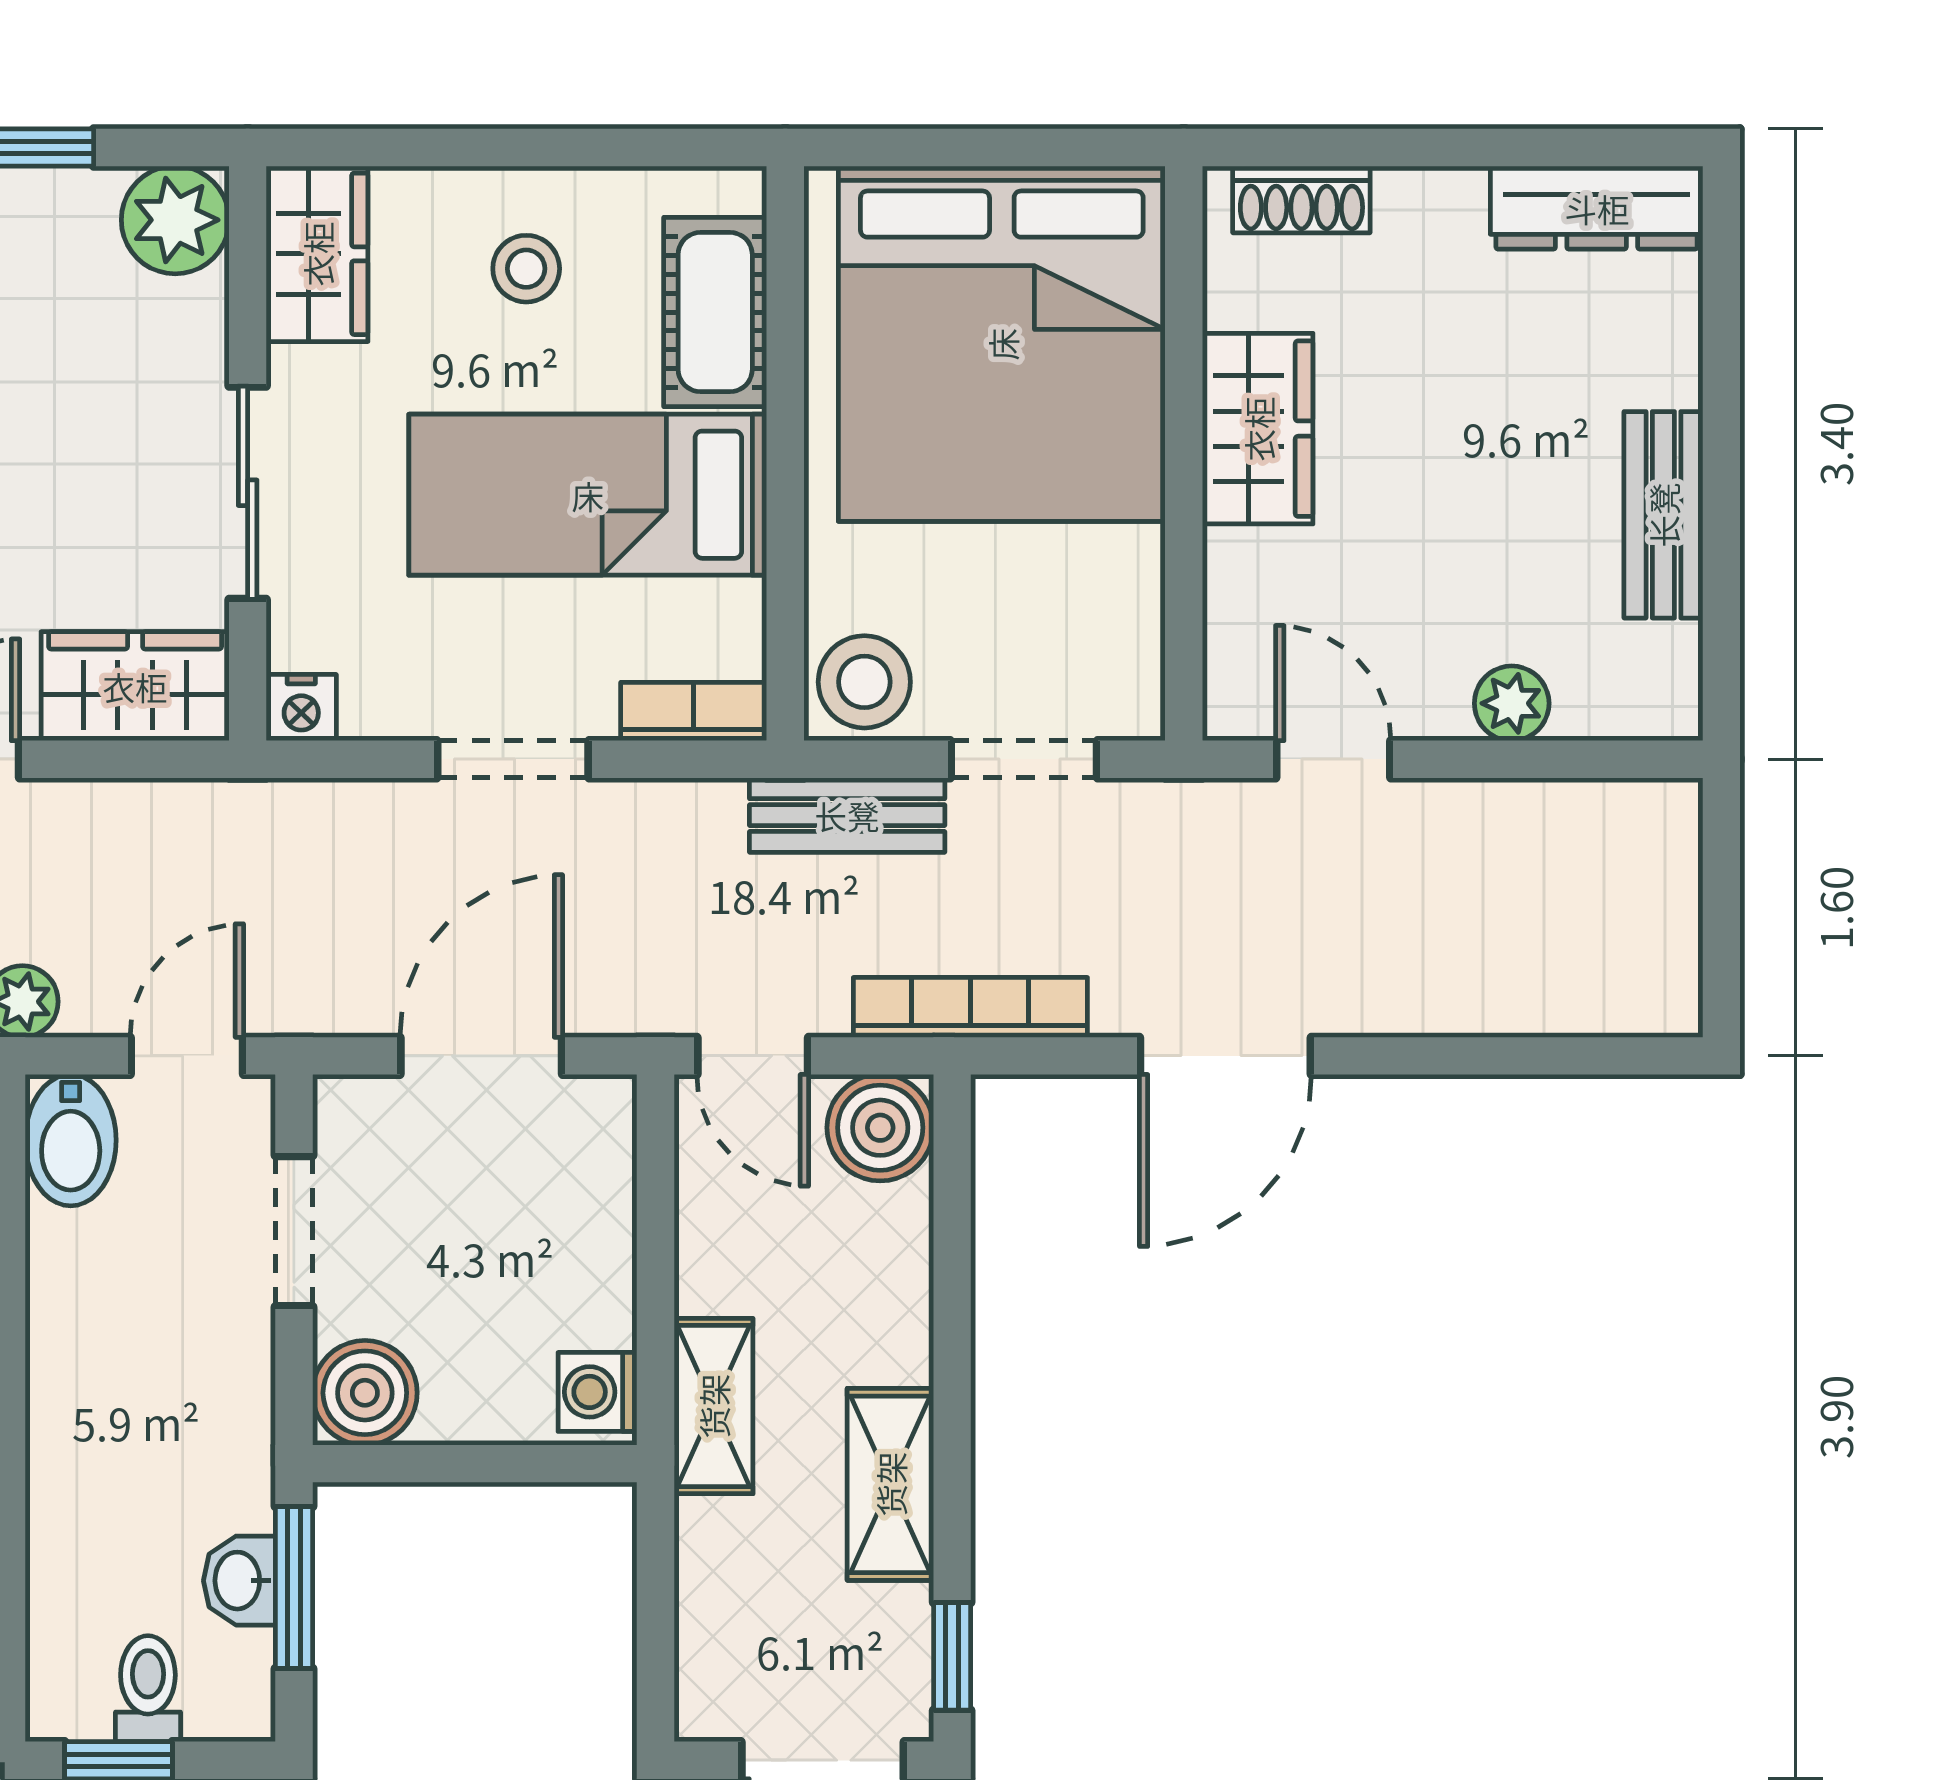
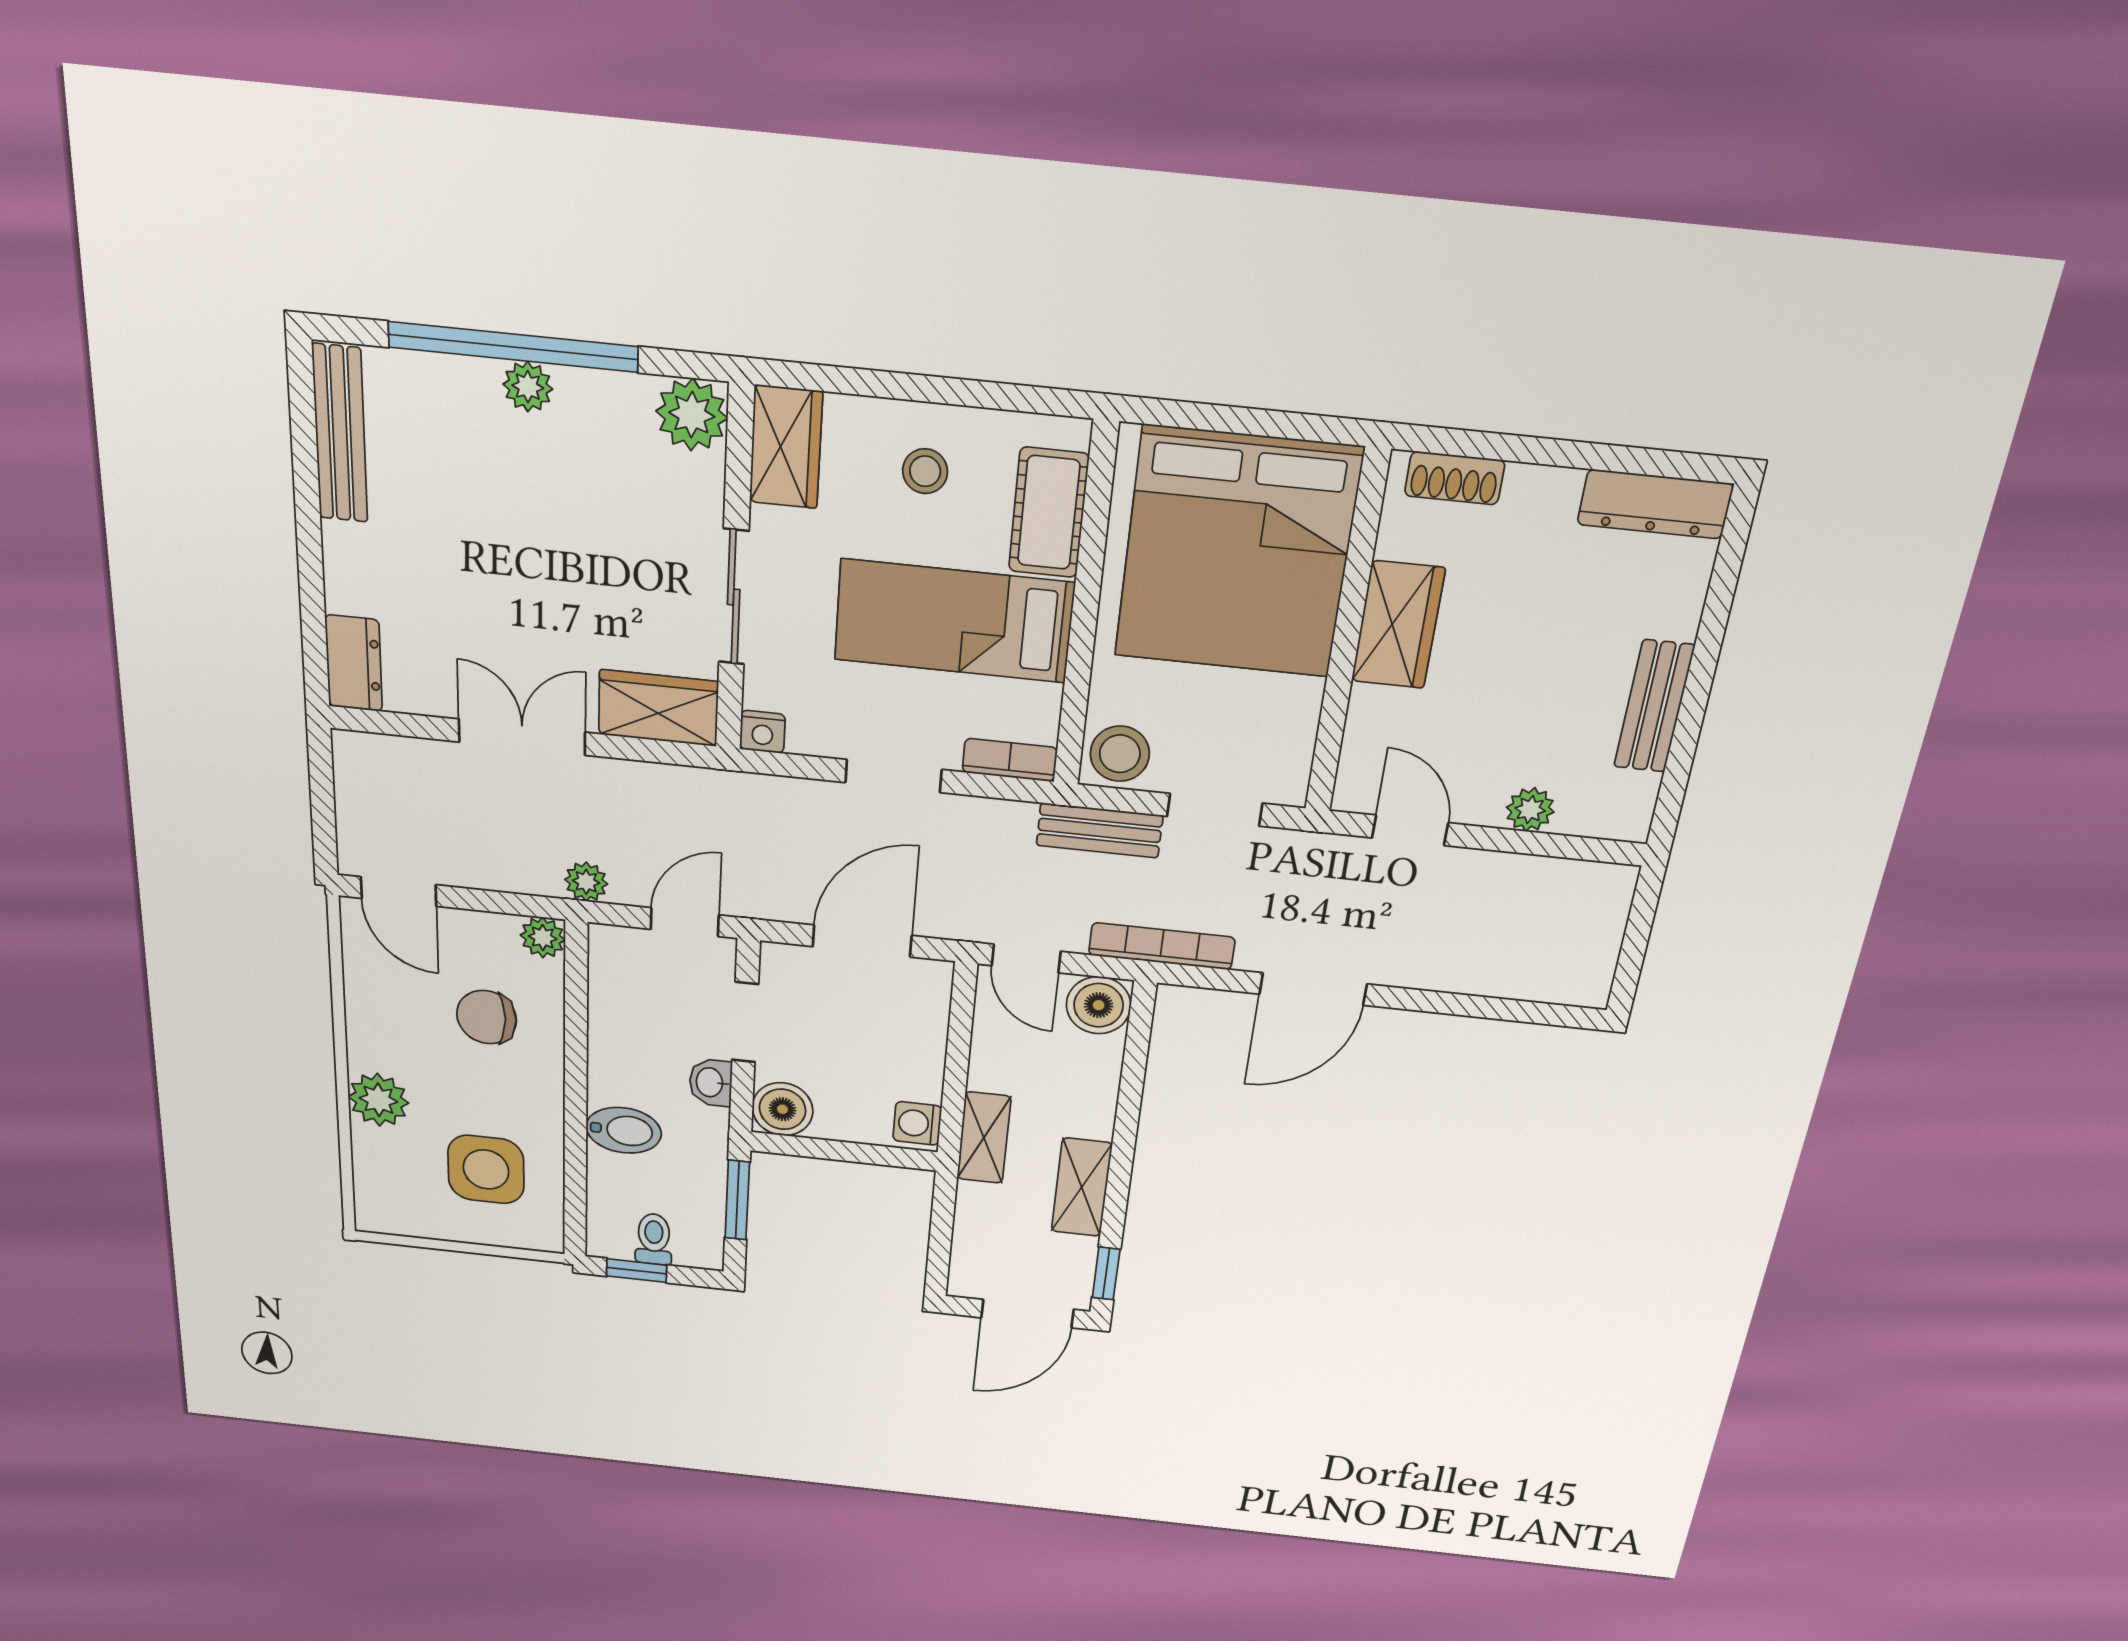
bidet: (71, 1140) -> (624, 1130), moved, turned -90
washbasin: (239, 1581) -> (711, 1082), moved

